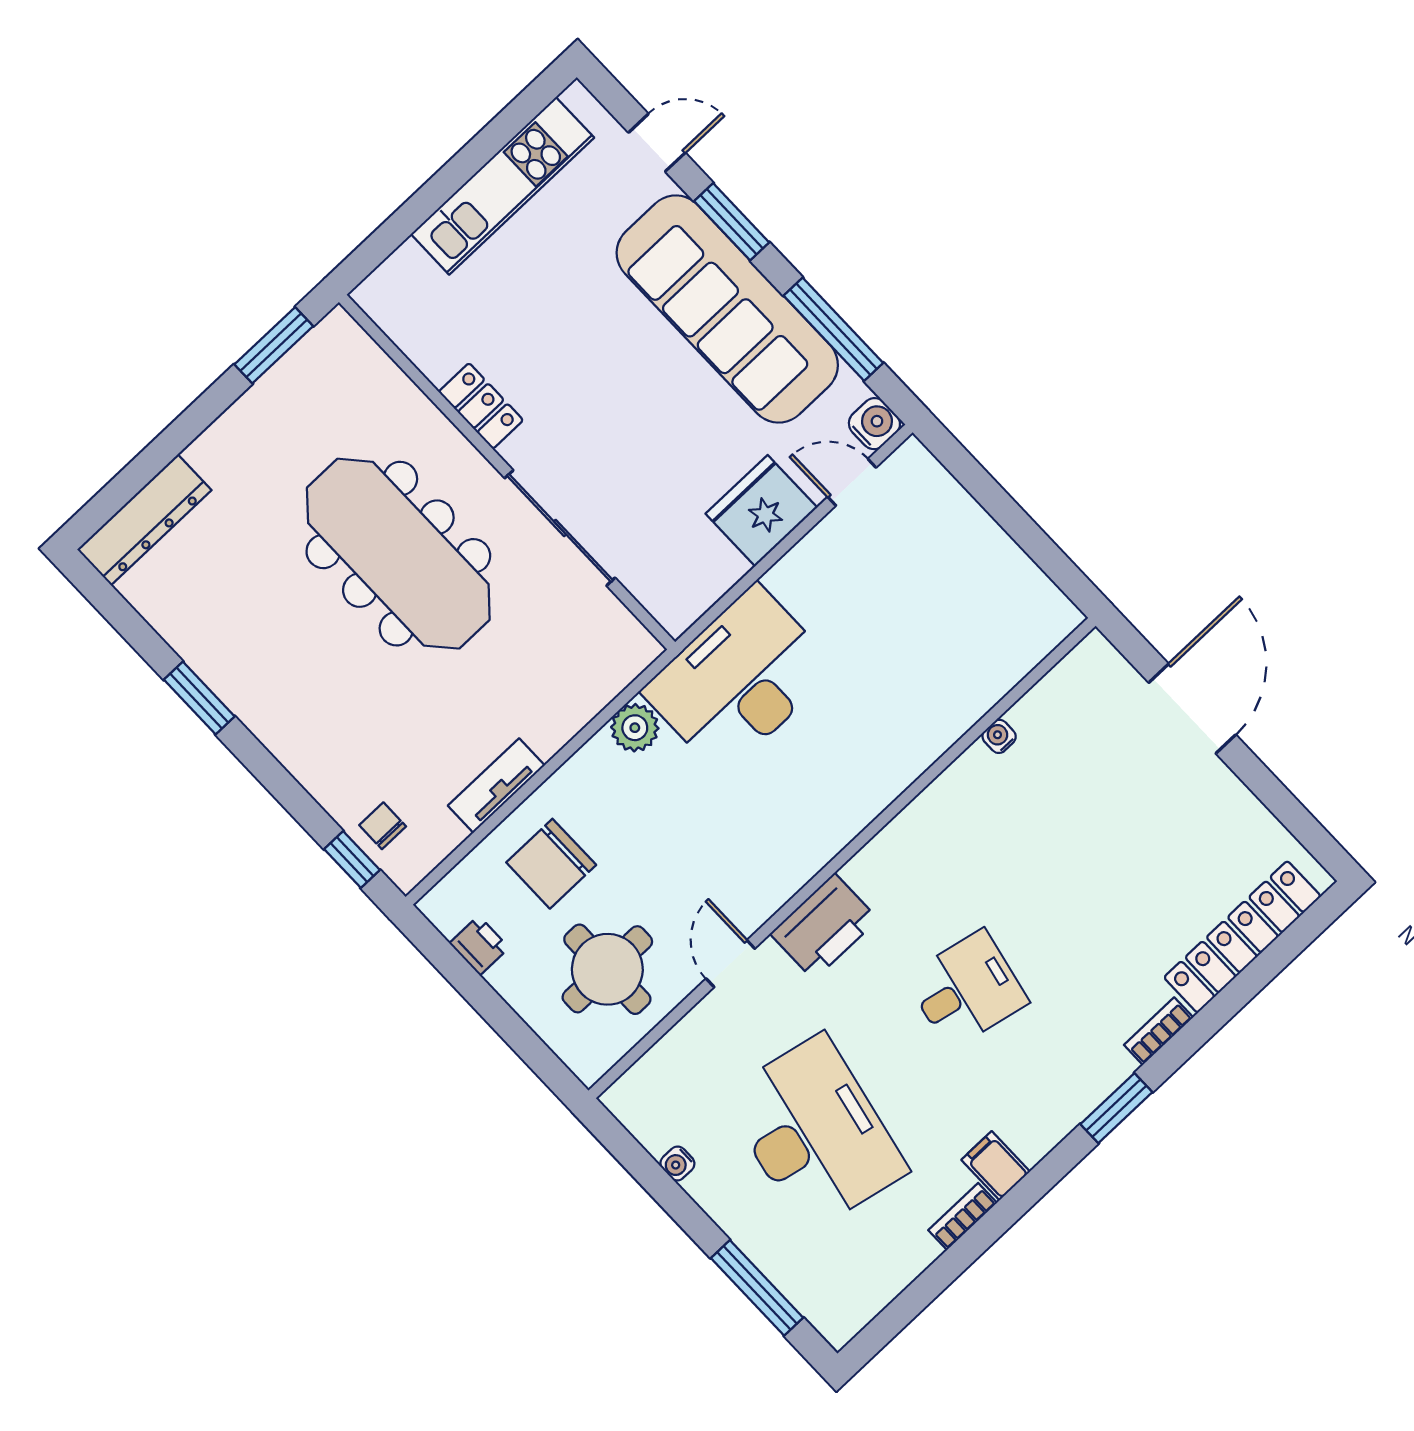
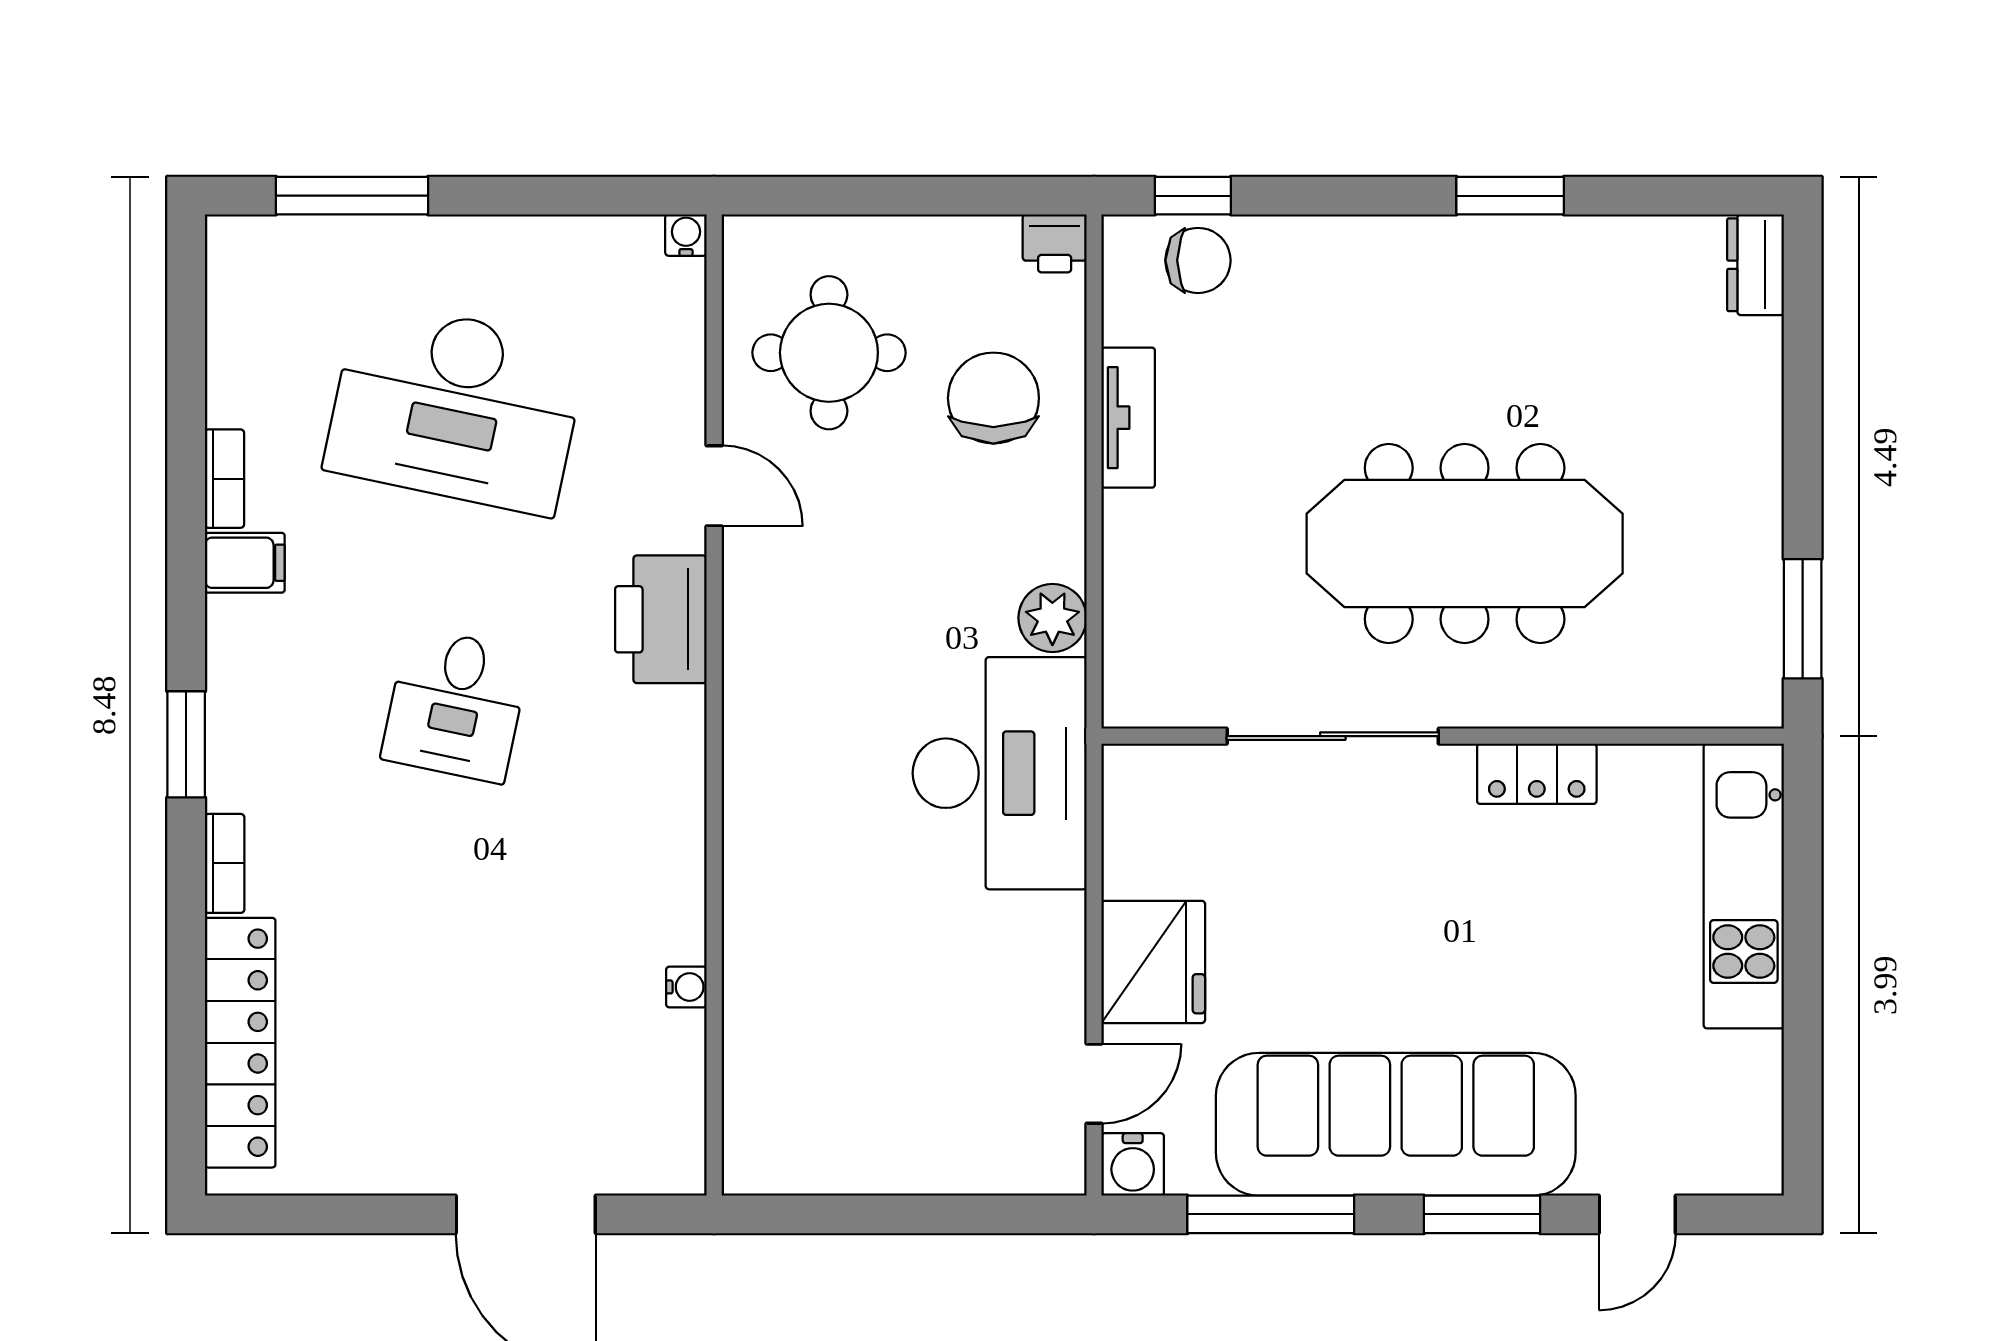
kitchen unit: (502, 186) -> (1744, 886), moved
dresser: (144, 520) -> (1756, 265), width x0.51, depth x0.80
chair: (383, 826) -> (1198, 260), width x1.37, depth x1.37
printer: (479, 945) -> (1055, 243), moved
water cooler: (677, 1163) -> (686, 235), moved

